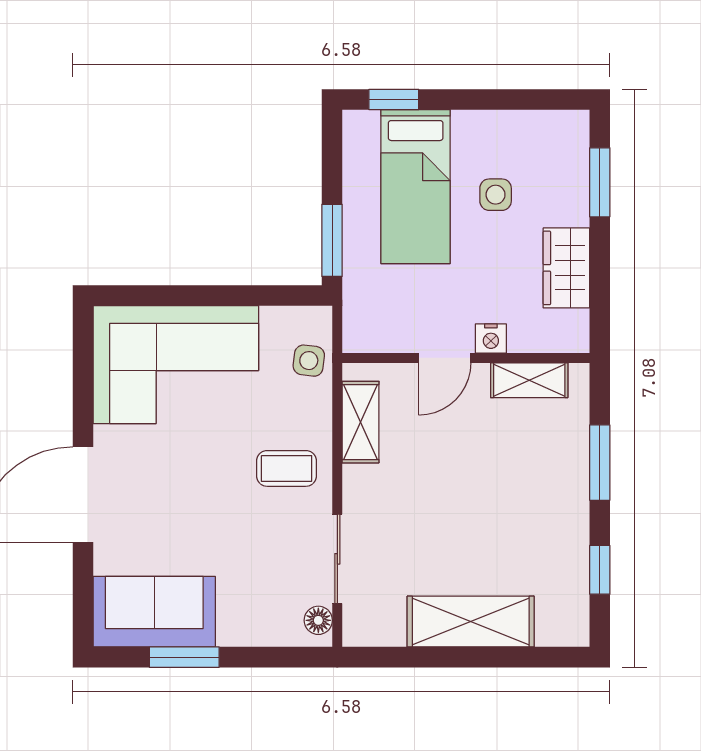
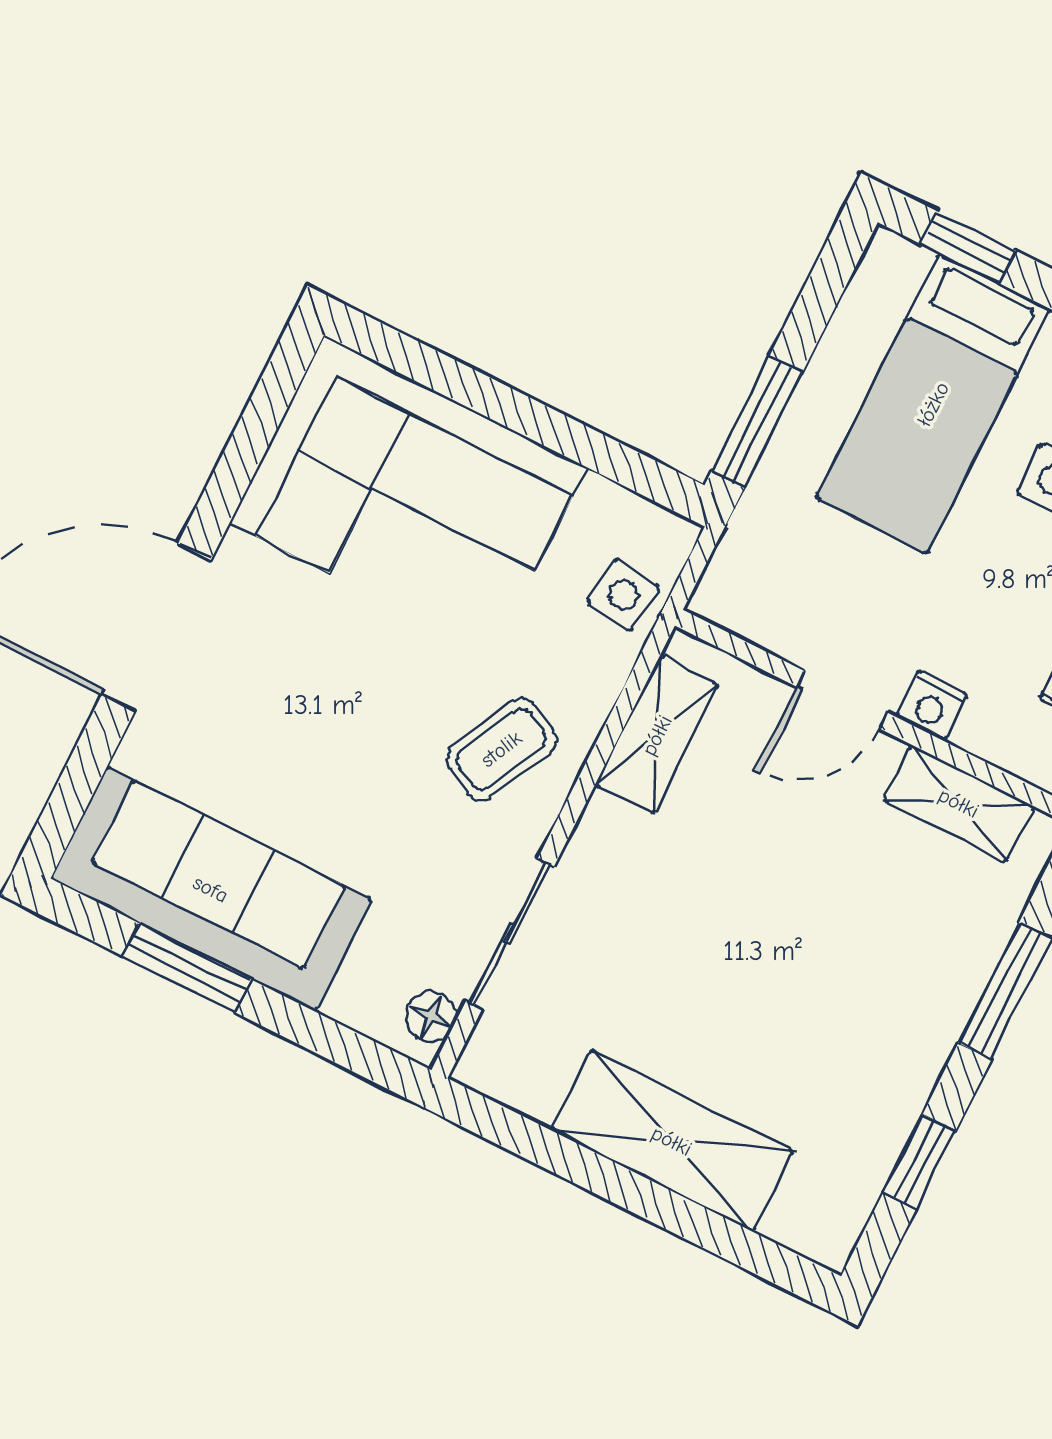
coffee table: (287, 468) -> (501, 749), turned -64
sofa: (154, 612) -> (211, 889), width x1.36

